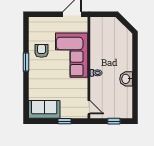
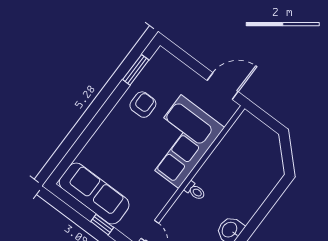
window: (26, 62) -> (136, 70), moved
sofa: (44, 109) -> (94, 193), width x1.36

